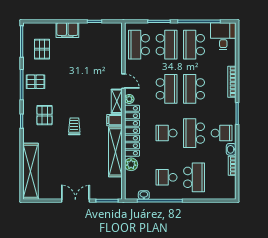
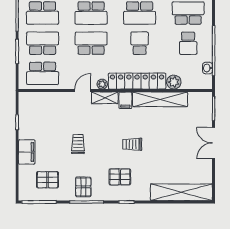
trolley: (75, 77) -> (78, 144), added
school desk: (167, 133) -> (140, 43), turned 180

